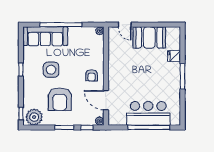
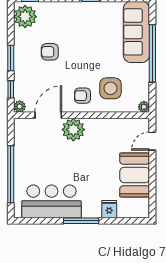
side table: (51, 70) -> (110, 88), moved
plant: (116, 82) -> (73, 130), added
armchair: (60, 99) -> (50, 52), width x0.53, depth x0.53
bar counter: (148, 113) -> (51, 201), moved, turned -90

